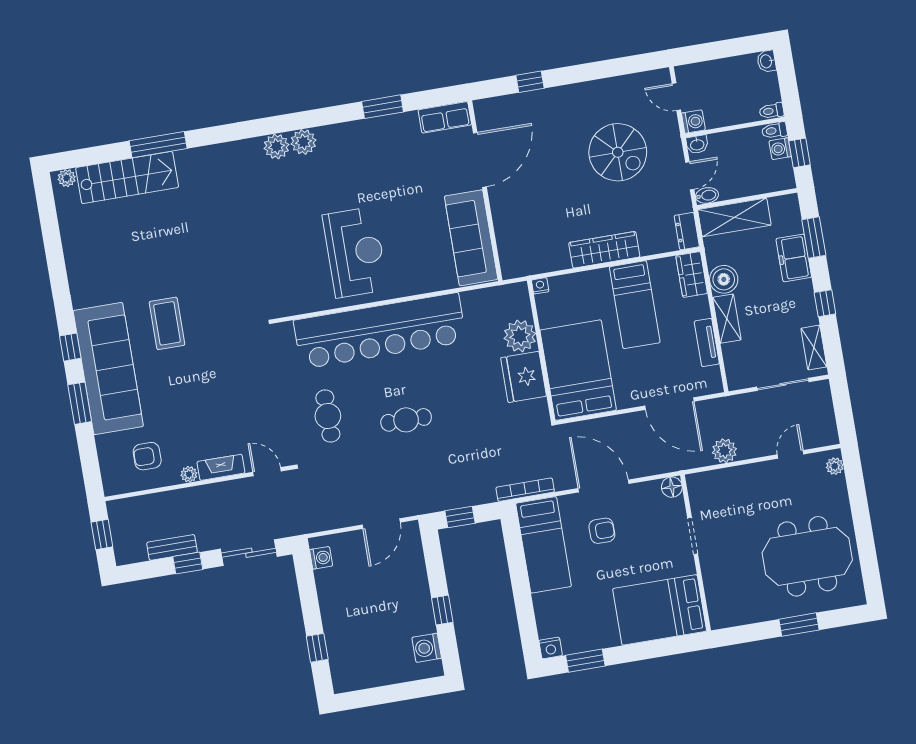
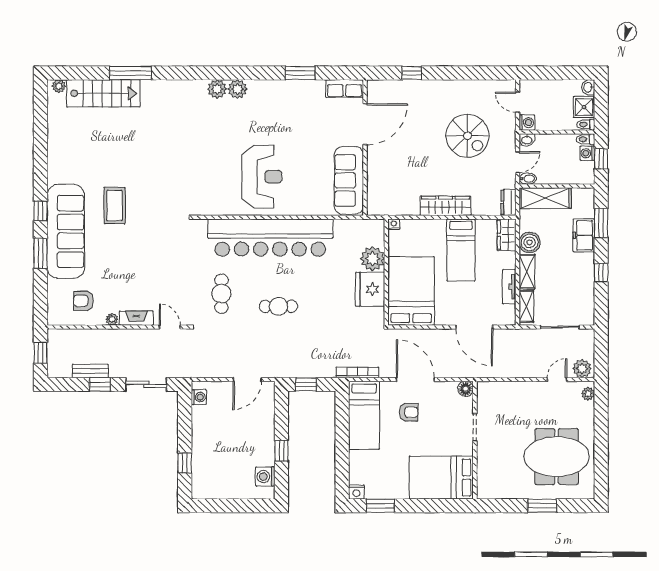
shower: (765, 88) -> (584, 107), added
shelving: (814, 348) -> (526, 306), moved
plant: (724, 451) -> (582, 369), moved

